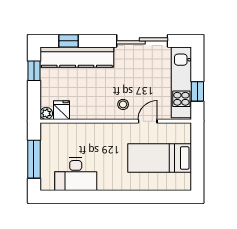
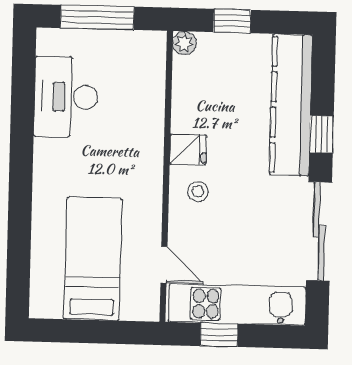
window: (68, 41) -> (322, 134), moved
window: (34, 71) -> (232, 21), moved
fridge: (61, 110) -> (188, 150), moved
door: (148, 121) -> (164, 265), moved

